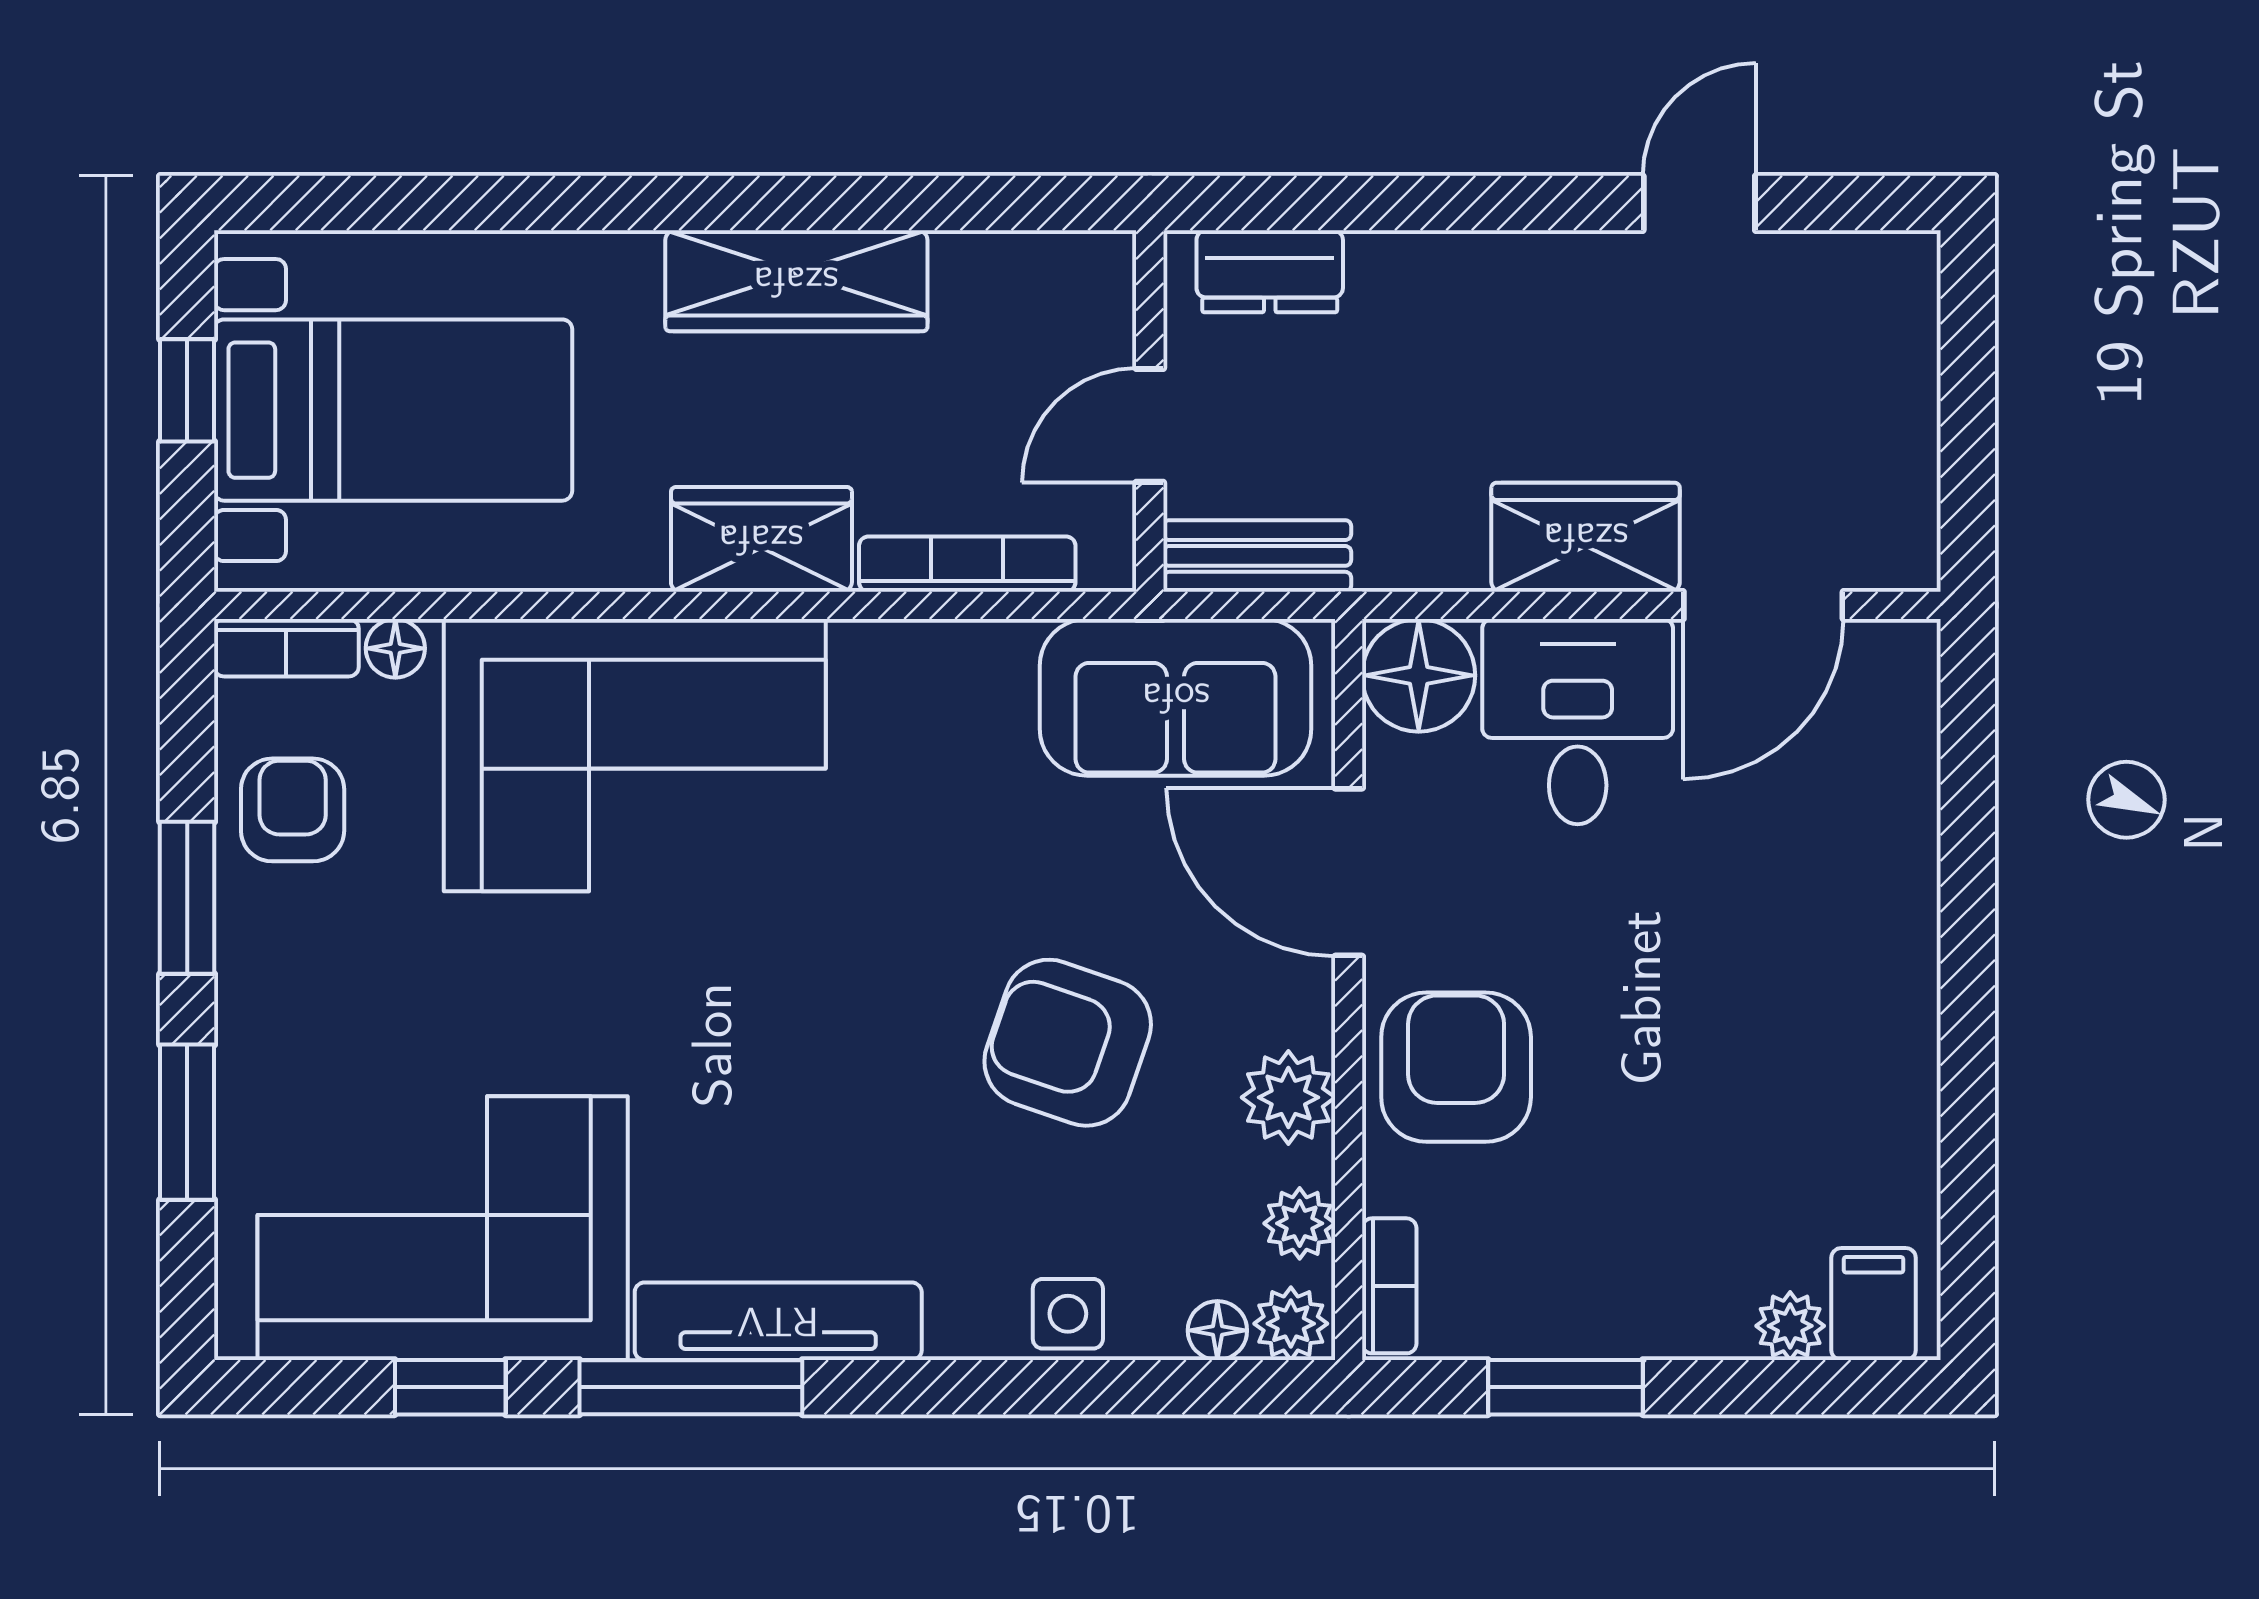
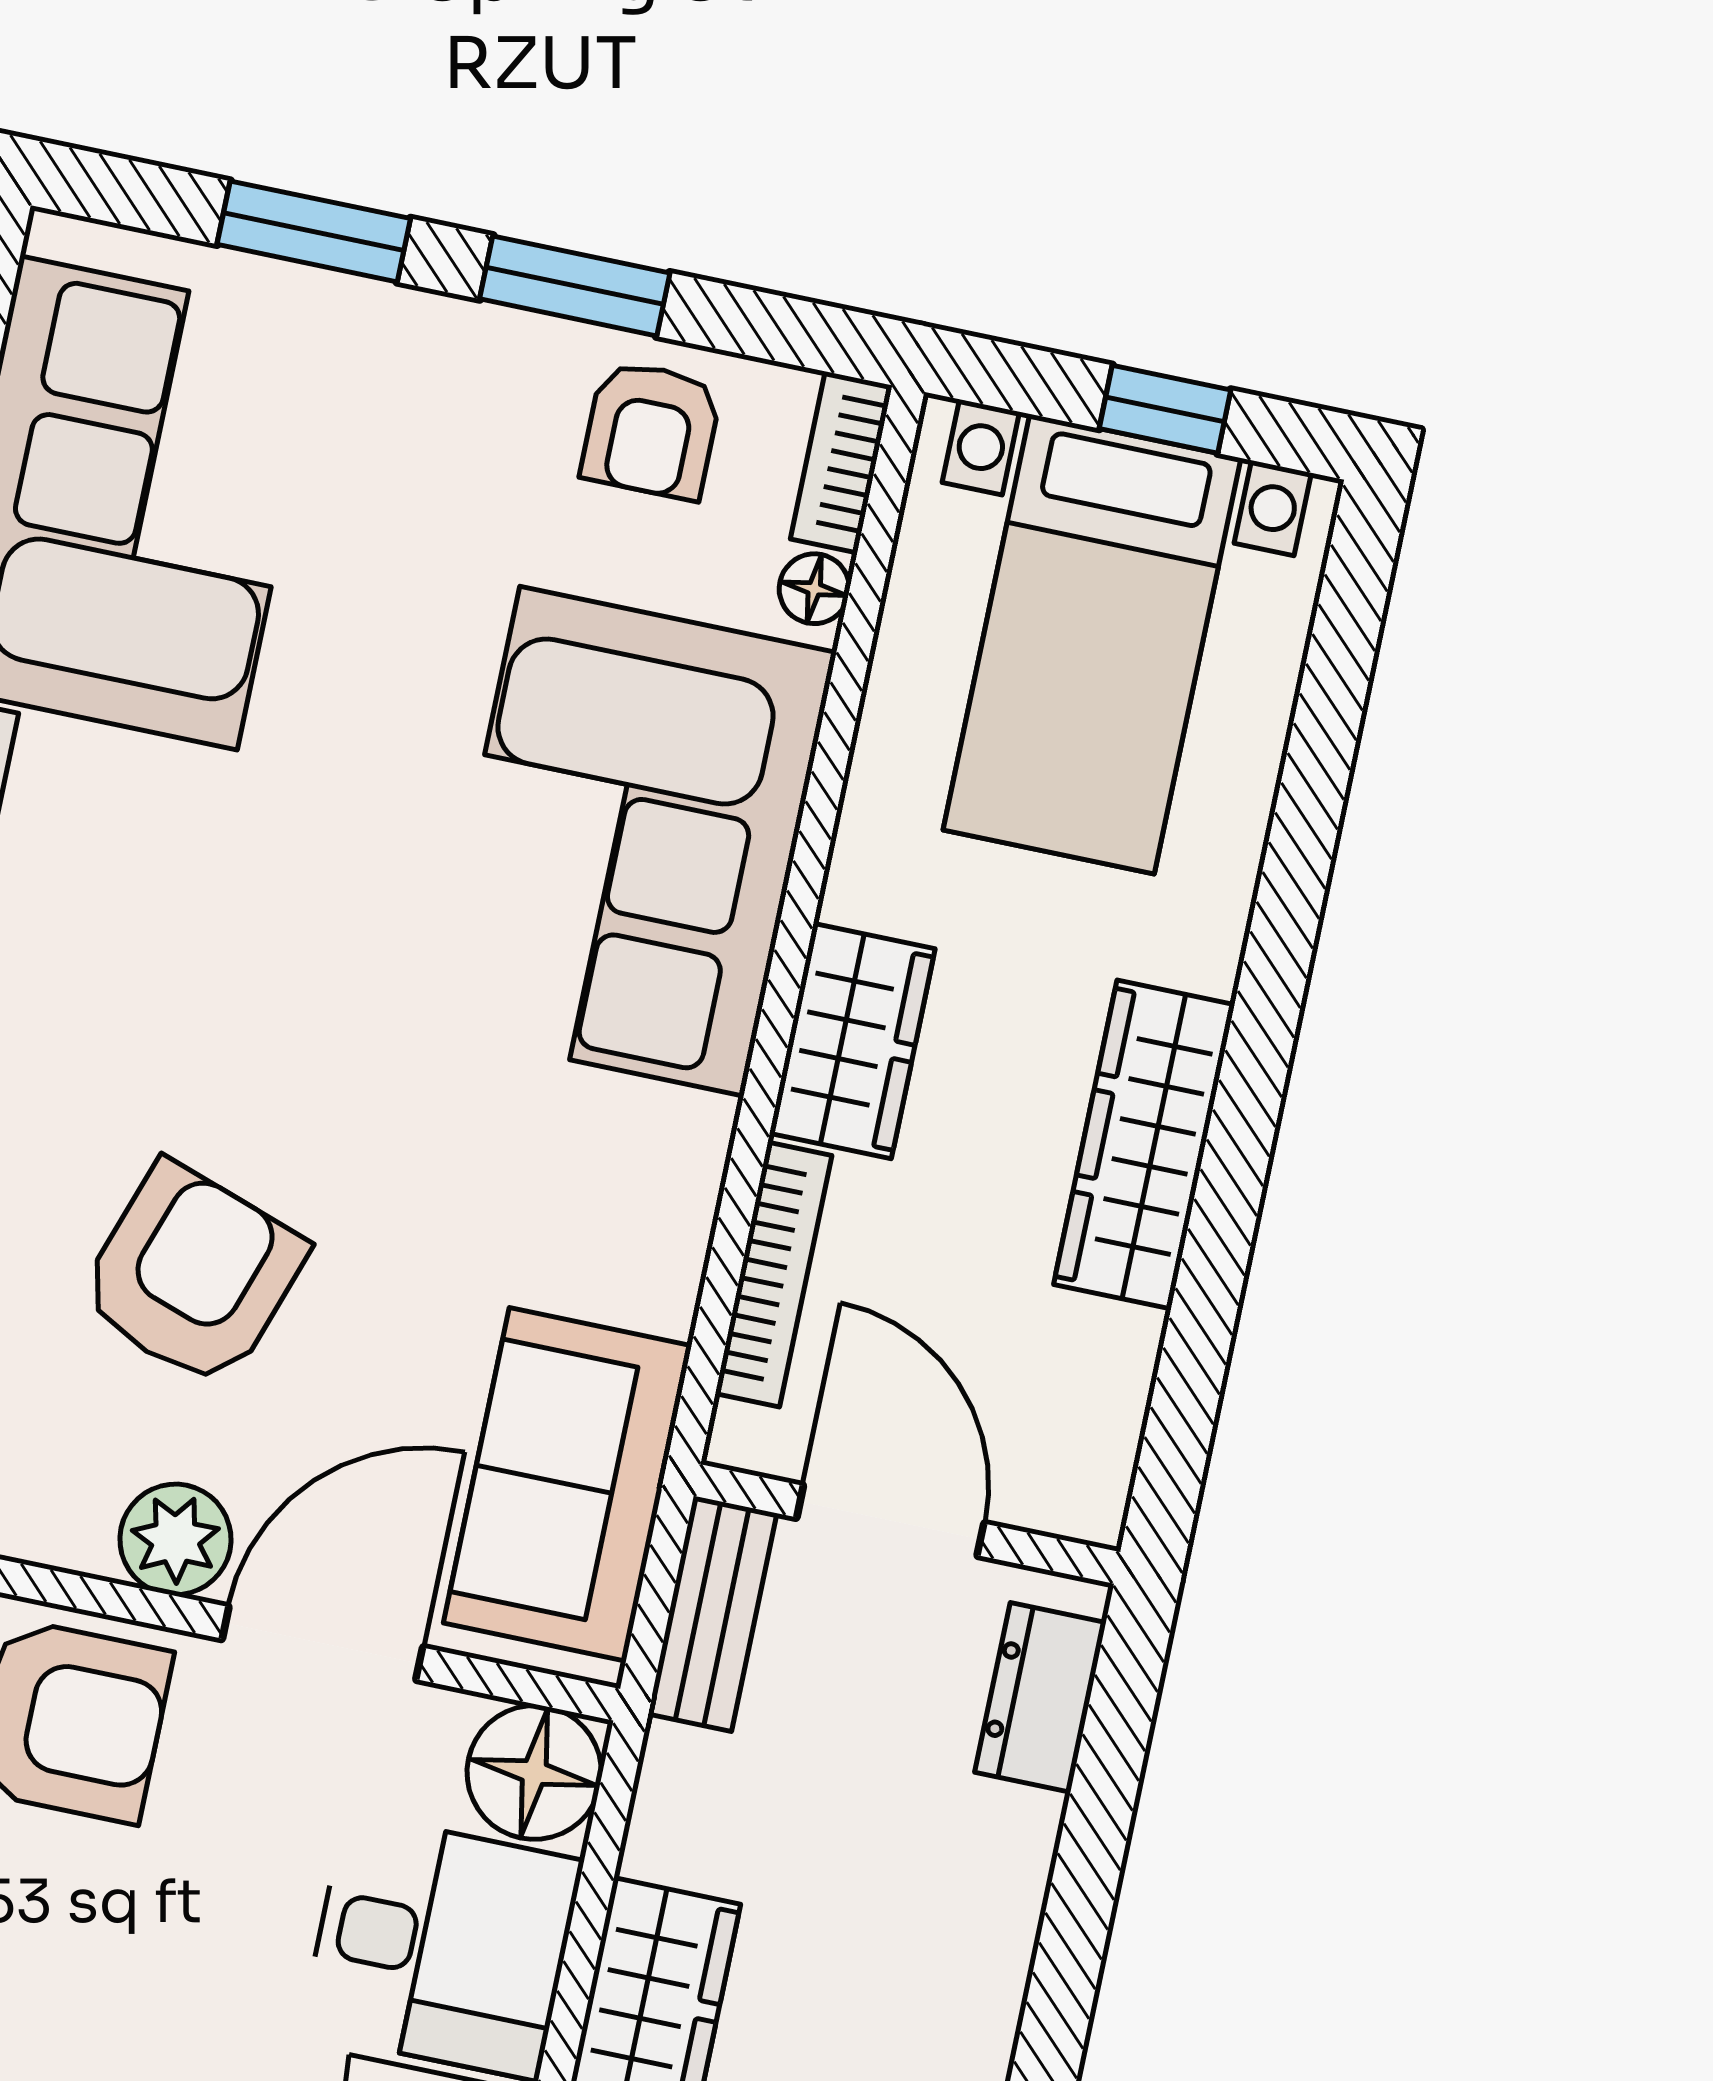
door: (1150, 425) -> (890, 1520), width x1.37
armchair: (293, 810) -> (651, 430), turned 90
plant: (1288, 1097) -> (175, 1539), moved

